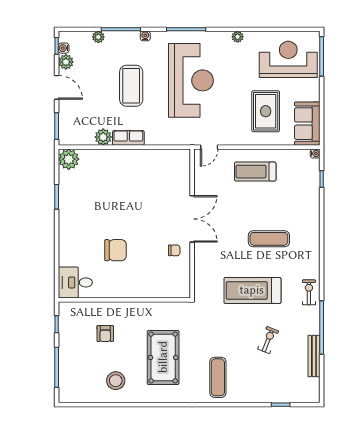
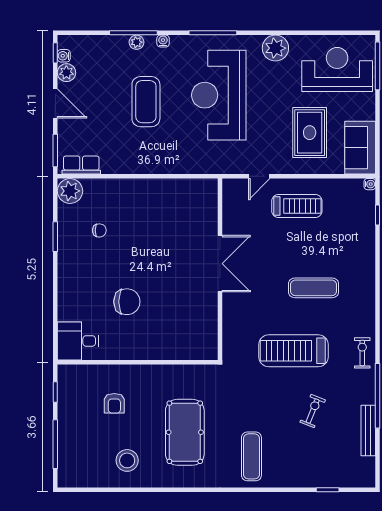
plant: (98, 37) -> (136, 42), moved
plant: (238, 37) -> (275, 48), width x1.88, depth x1.88
reception desk: (191, 80) -> (219, 95), turned 180
plant: (103, 137) -> (112, 164), removed
row of seats: (128, 138) -> (81, 165), moved
door: (209, 147) -> (259, 176), moved
treadmill: (255, 172) -> (297, 206), turned 180
chair: (174, 250) -> (99, 230), moved

